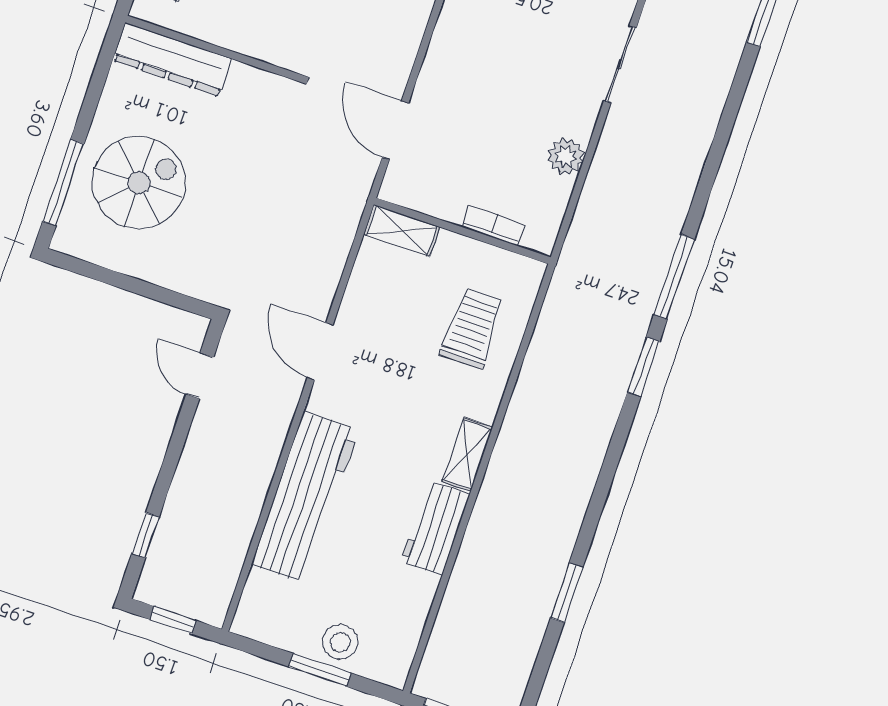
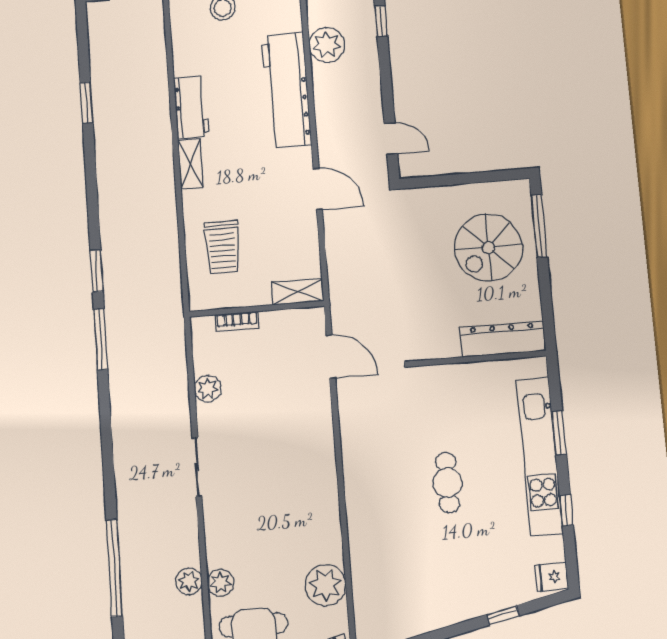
plant: (228, 534) -> (327, 45), added

